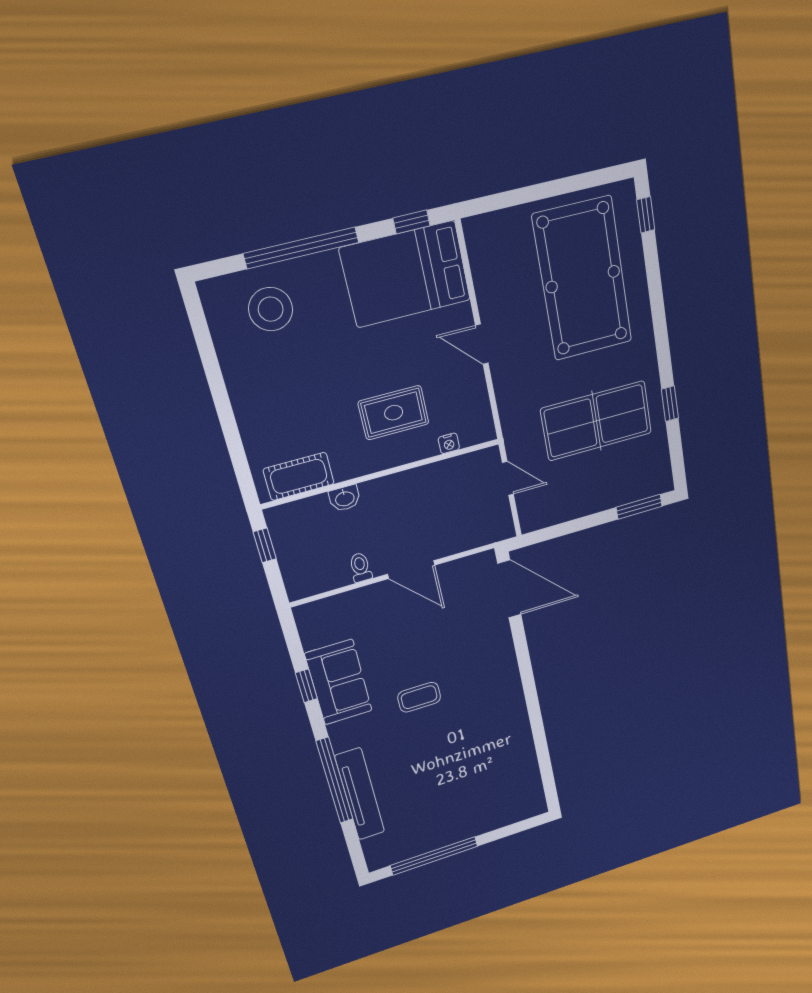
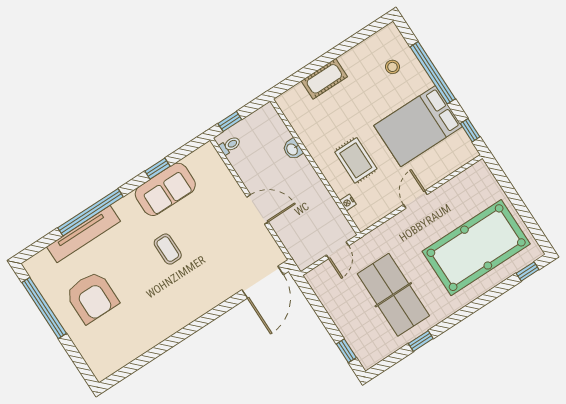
bed: (406, 274) -> (418, 126), moved, turned -90
stool: (271, 309) -> (392, 67), width x0.53, depth x0.53
cot: (299, 476) -> (324, 79), moved, turned 90
window: (639, 507) -> (346, 351), width x0.67
window: (265, 545) -> (230, 121), moved
toilet: (360, 567) -> (230, 145), moved
door: (411, 570) -> (258, 209), swing flipped
armchair: (443, 800) -> (92, 297), added

